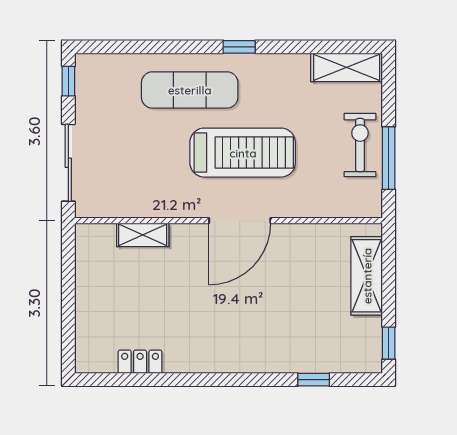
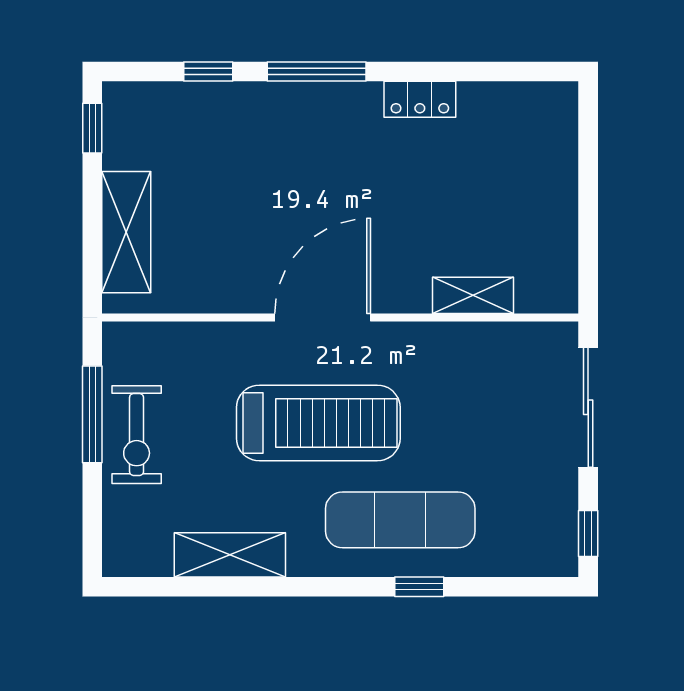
window: (239, 47) -> (419, 587), moved
shelving: (347, 67) -> (230, 555), moved
treadmill: (243, 153) -> (318, 423), turned 180
locker: (140, 362) -> (420, 99), moved
window: (244, 380) -> (317, 71), added

